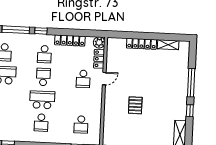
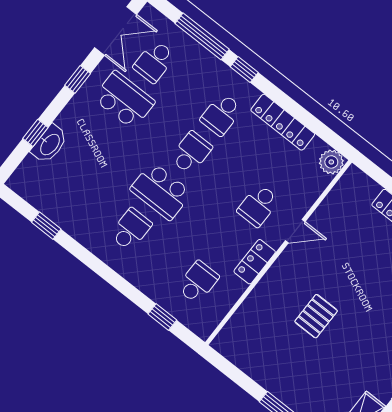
locker: (99, 59) -> (255, 262), moved
school desk: (42, 100) -> (161, 191), turned 180
school desk: (41, 123) -> (131, 229), turned 180
school desk: (81, 124) -> (198, 282), turned 180

